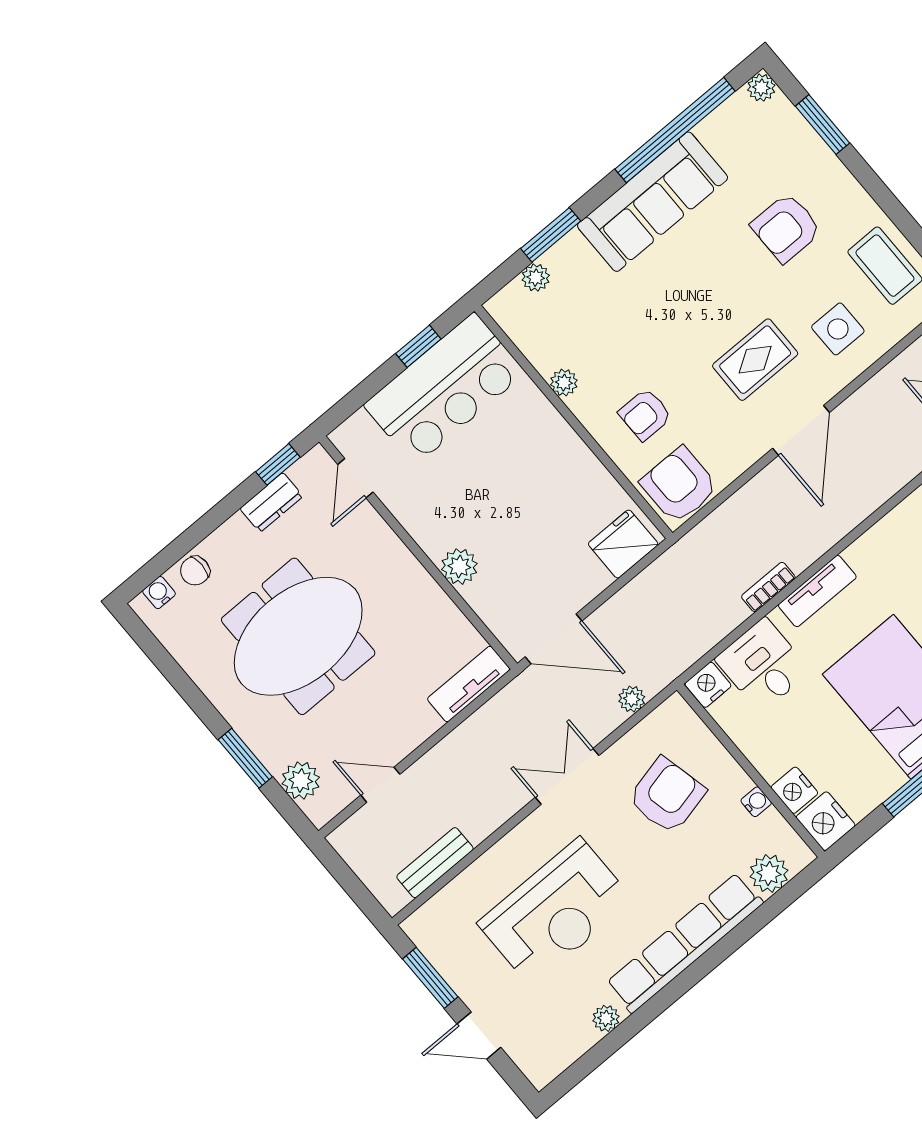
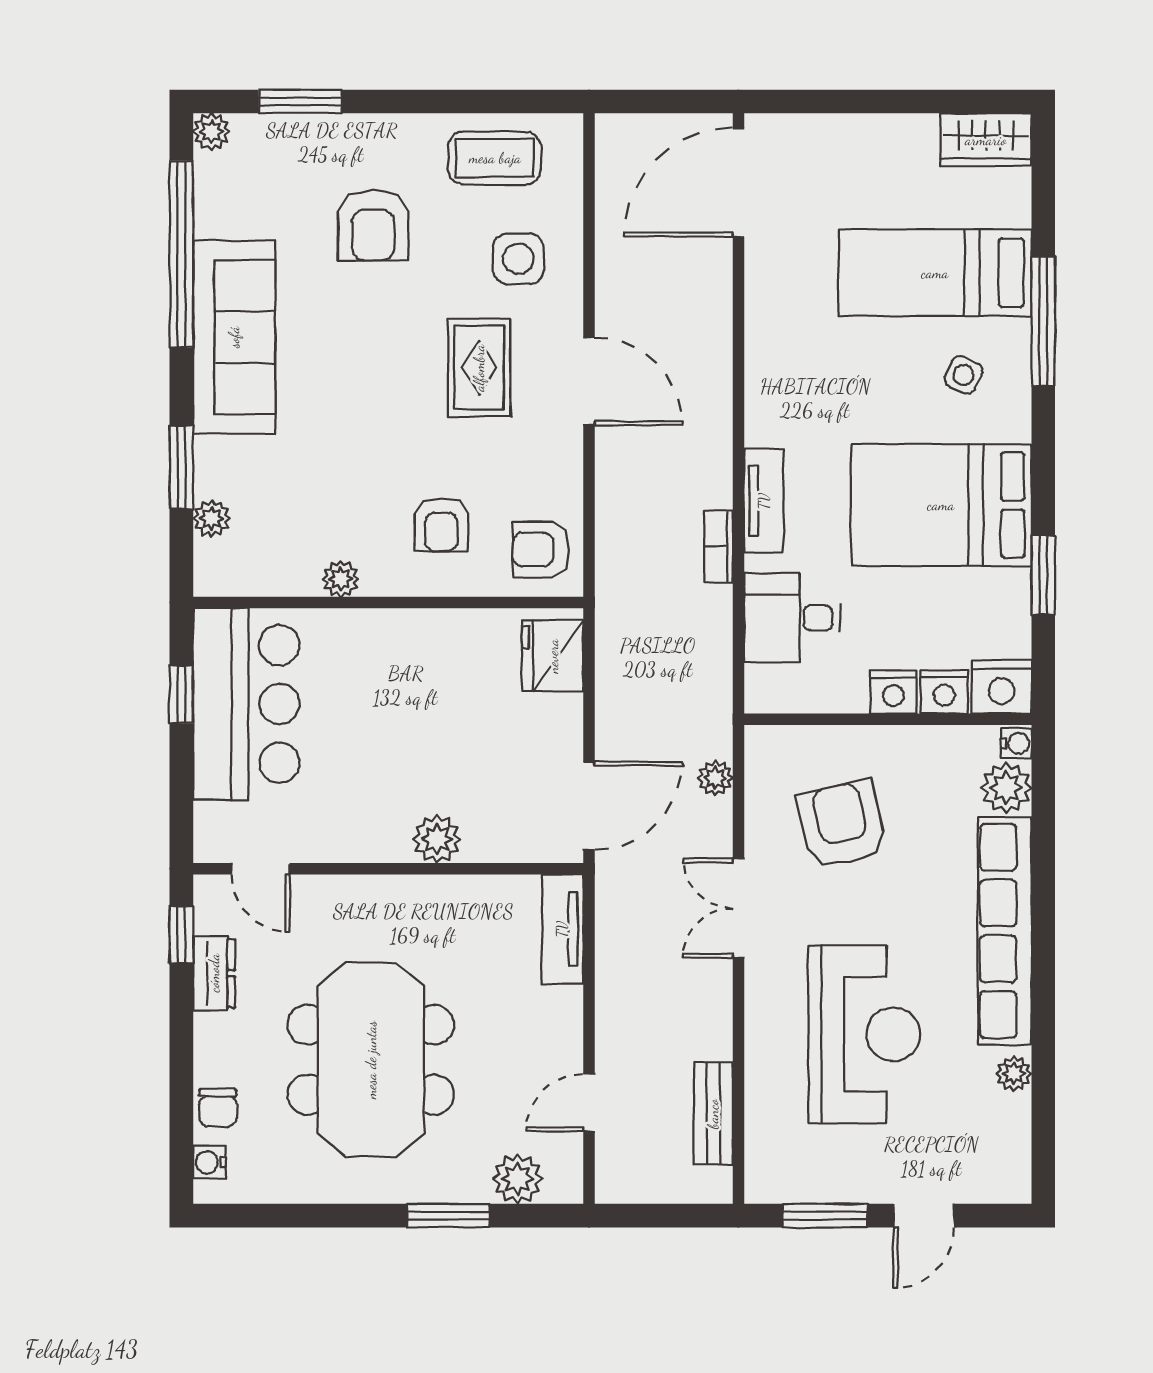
armchair: (679, 485) -> (541, 550), width x0.72, depth x0.72
nightstand: (708, 685) -> (893, 692), moved, turned -90
water cooler: (756, 802) -> (1016, 743), moved, turned 90

